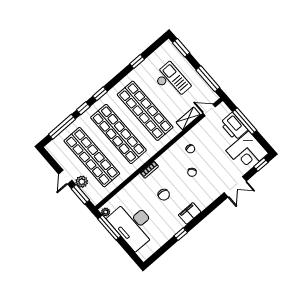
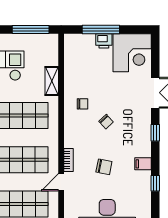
door: (209, 110) -> (61, 182), moved
printer: (234, 127) -> (104, 41), width x0.53, depth x0.68
window: (261, 164) -> (155, 133), moved
filing cabinet: (190, 213) -> (143, 164), width x0.50

